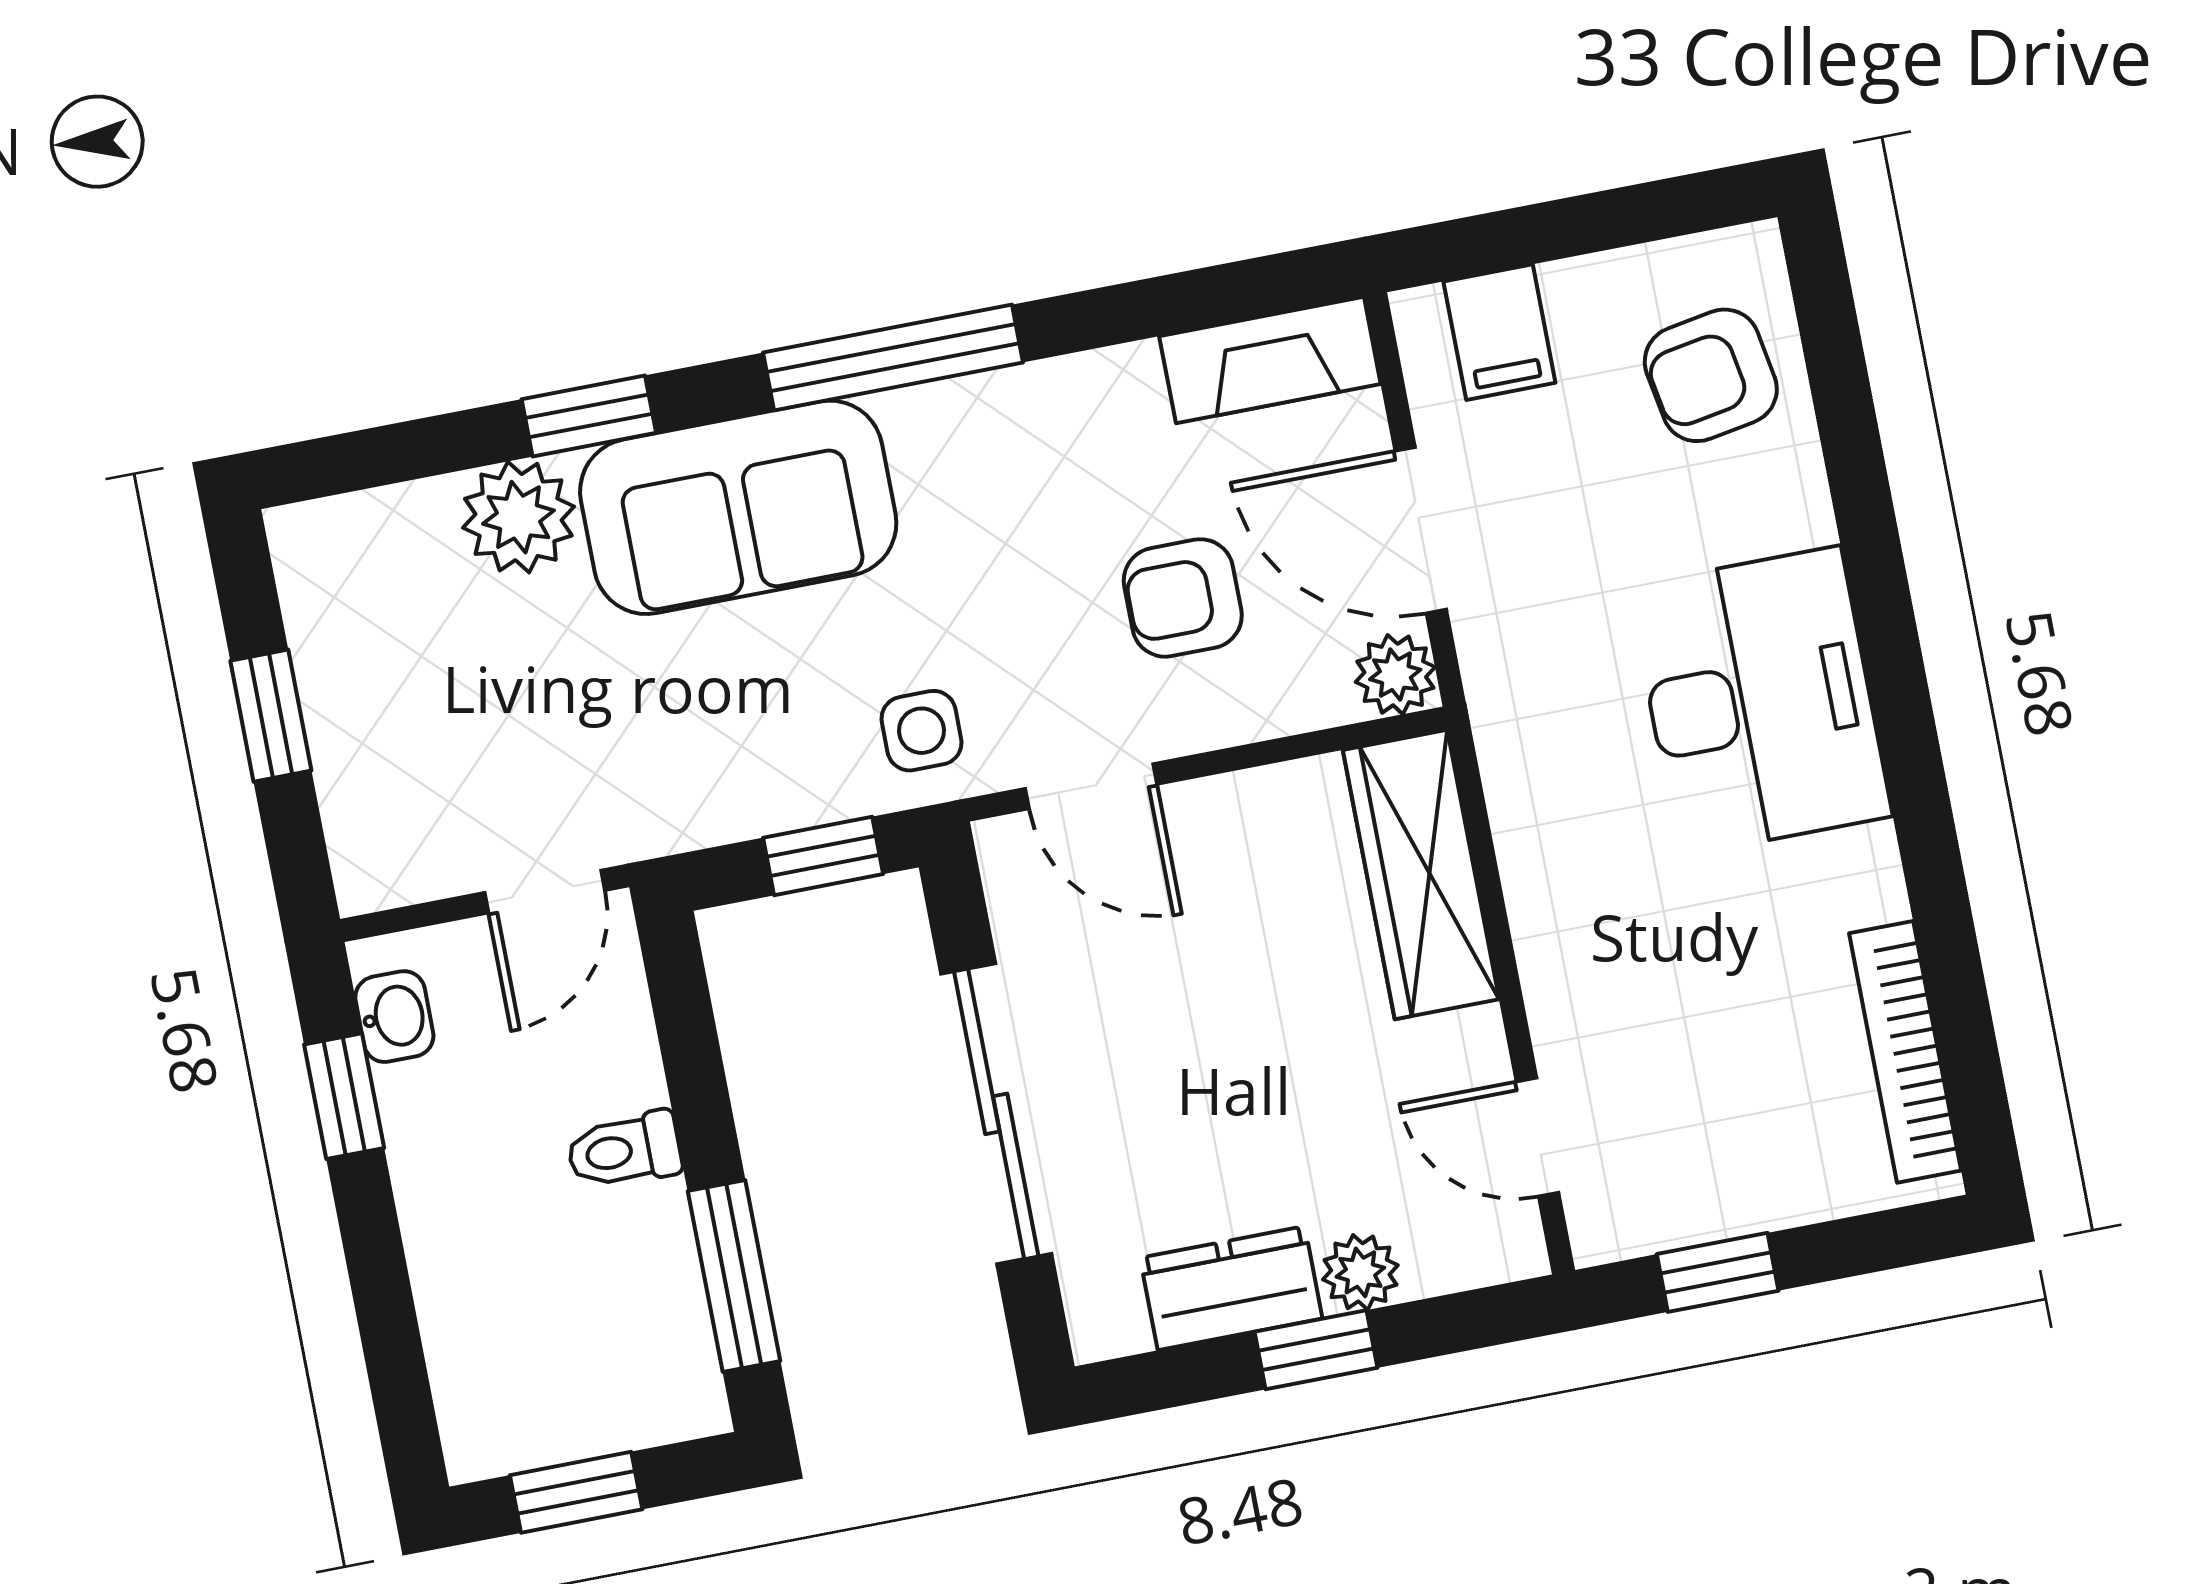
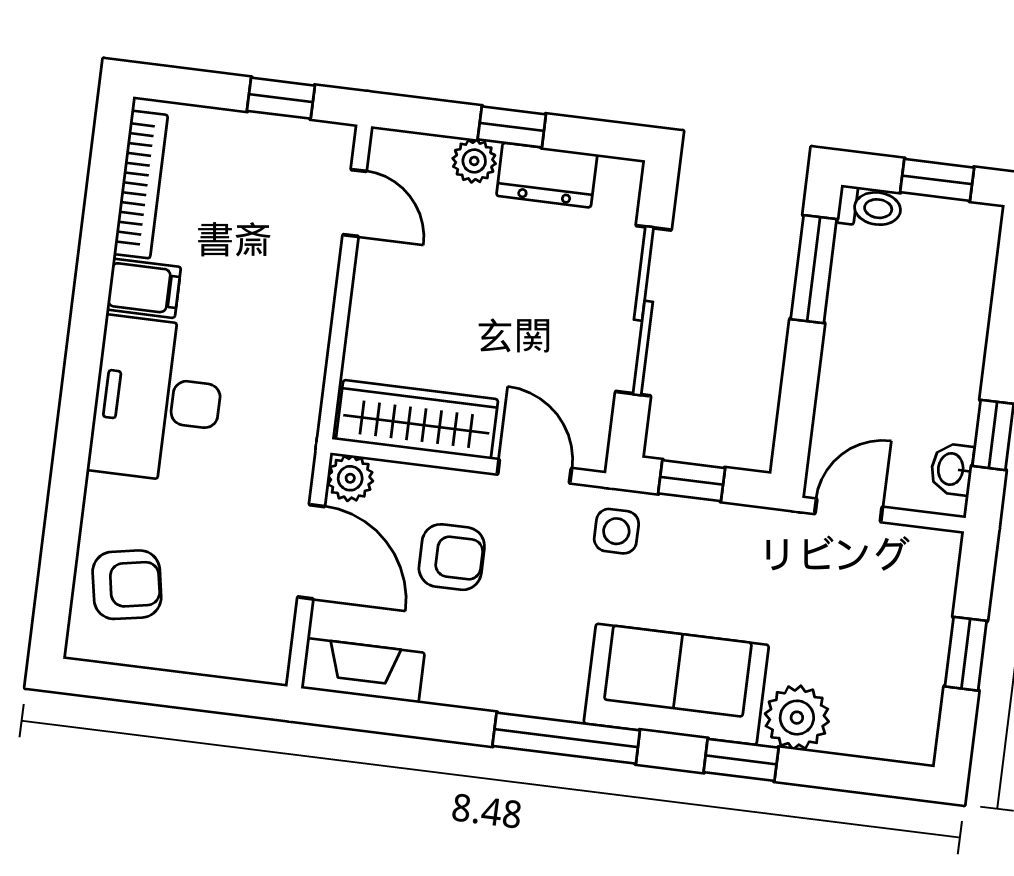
filing cabinet: (1499, 332) -> (144, 288), moved, turned 90
wardrobe: (1421, 875) -> (417, 419), moved, turned -90
toilet: (624, 1150) -> (870, 208), moved

